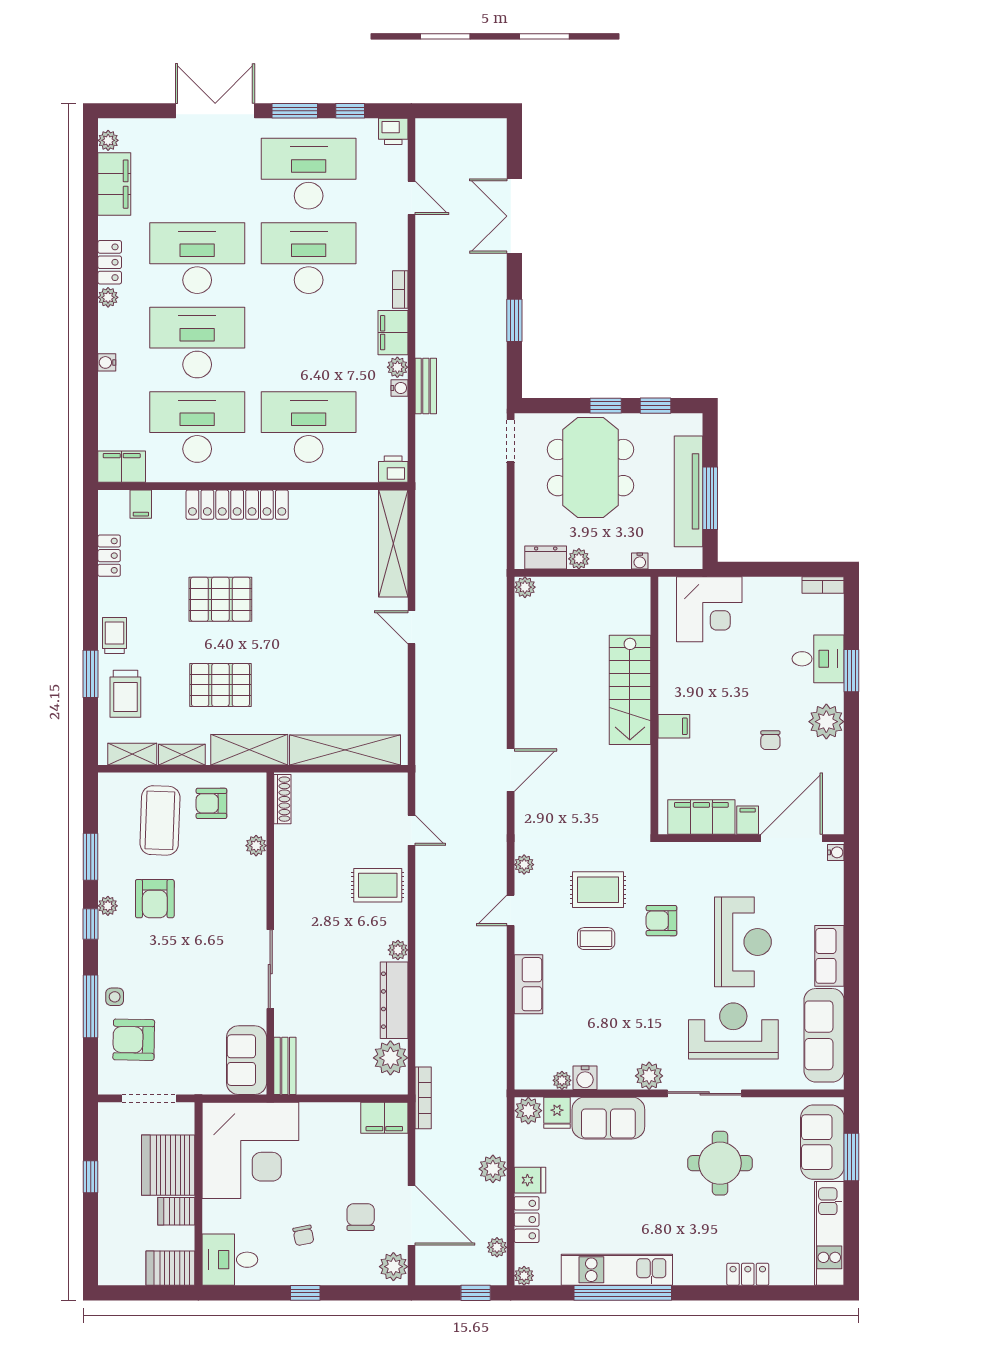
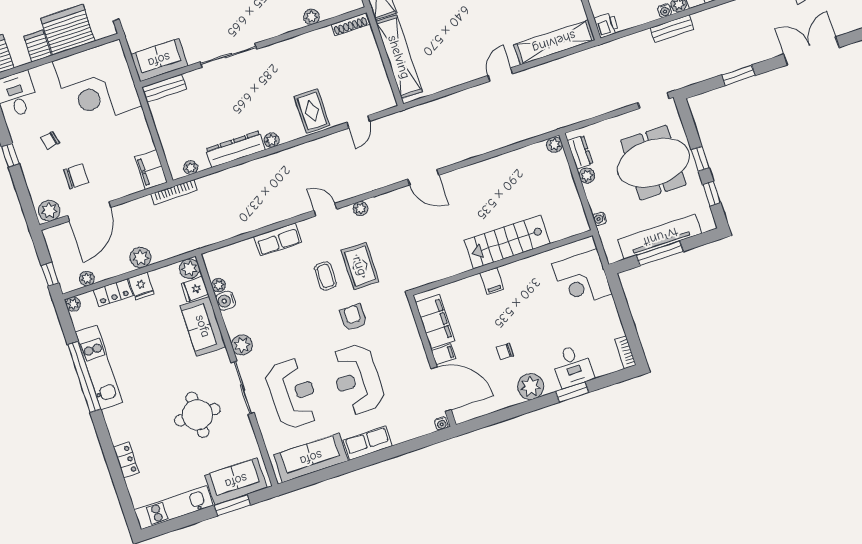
reception desk: (743, 942) -> (357, 379), turned 90
plant: (390, 1058) -> (191, 168), width x0.53, depth x0.53

